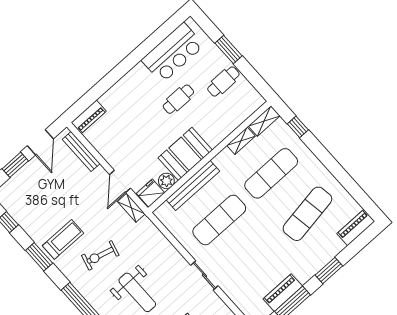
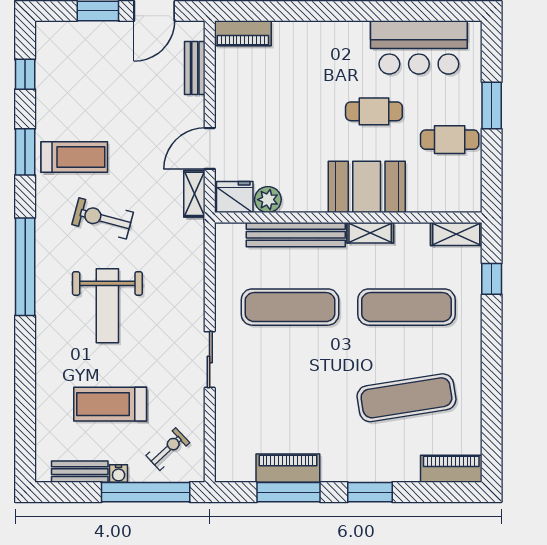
shelving: (241, 141) -> (370, 233), moved
bench: (81, 152) -> (195, 68), width x0.73
booth: (185, 154) -> (367, 187), moved

